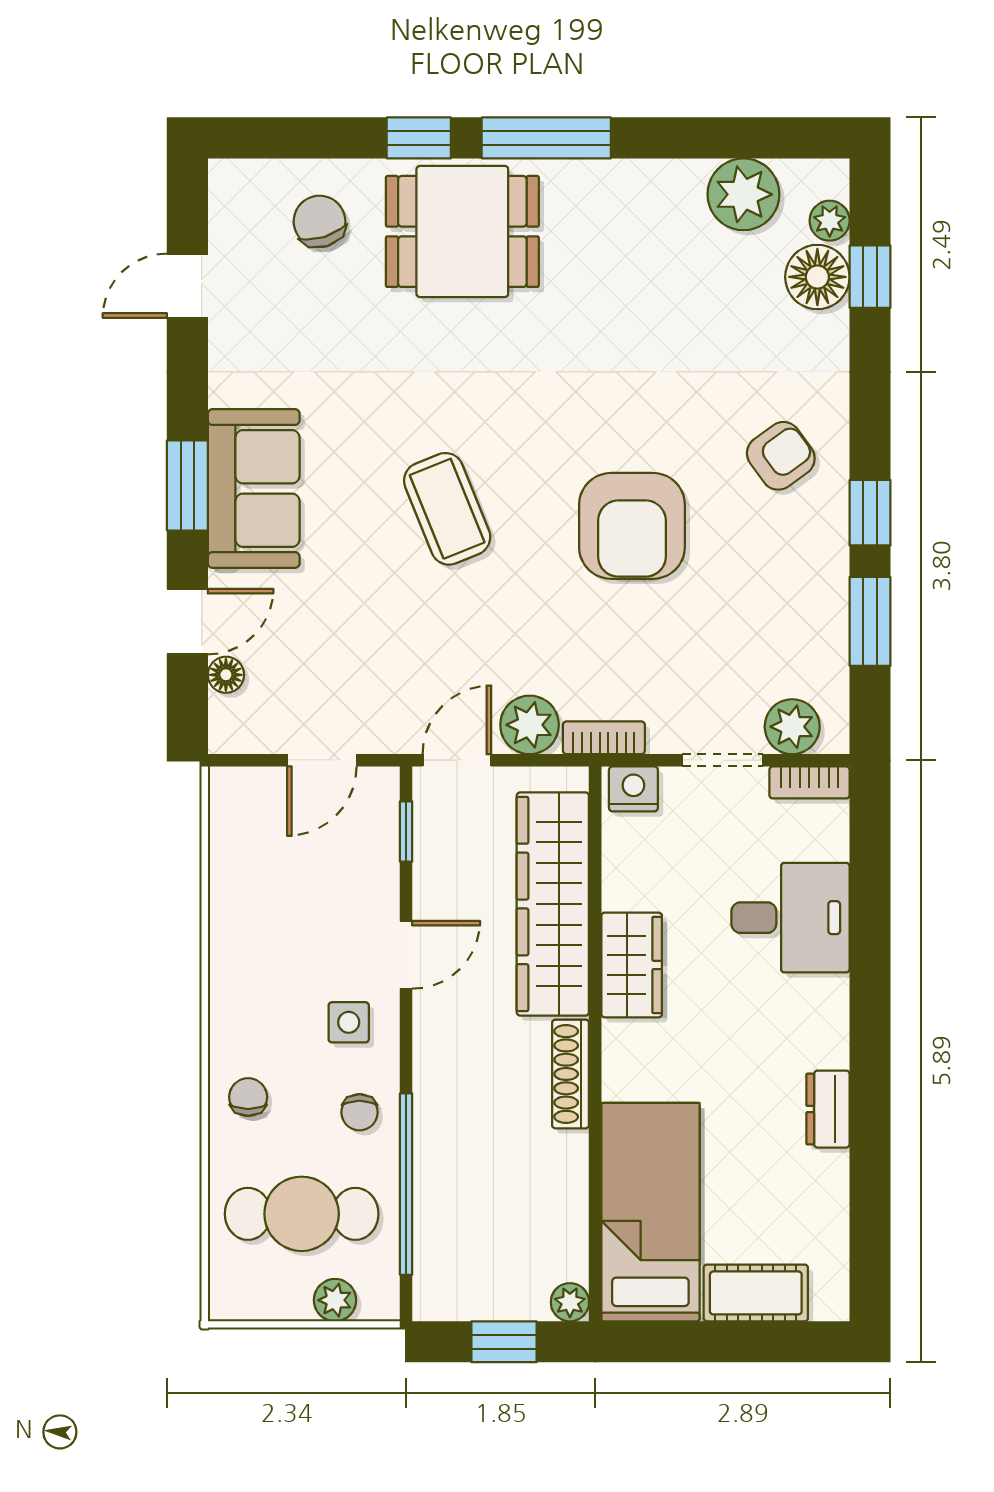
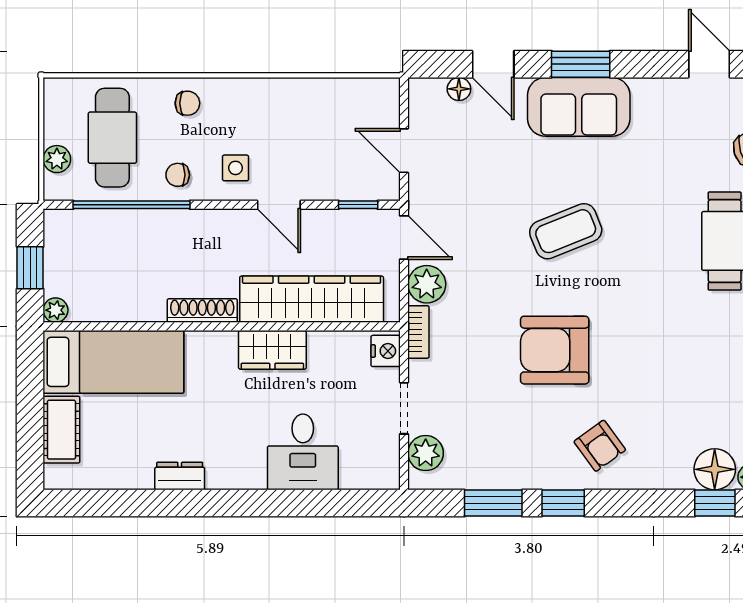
bookcase: (809, 782) -> (390, 464), removed

